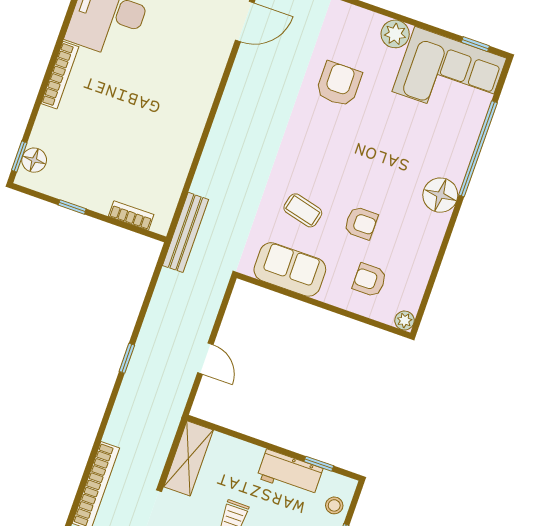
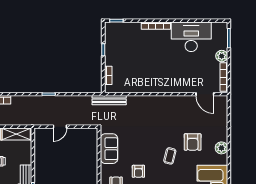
plant: (395, 34) -> (221, 148), moved
armchair: (339, 84) -> (193, 142), turned 90
floor lamp: (34, 160) -> (117, 27), removed
coffee table: (303, 210) -> (170, 156), moved

